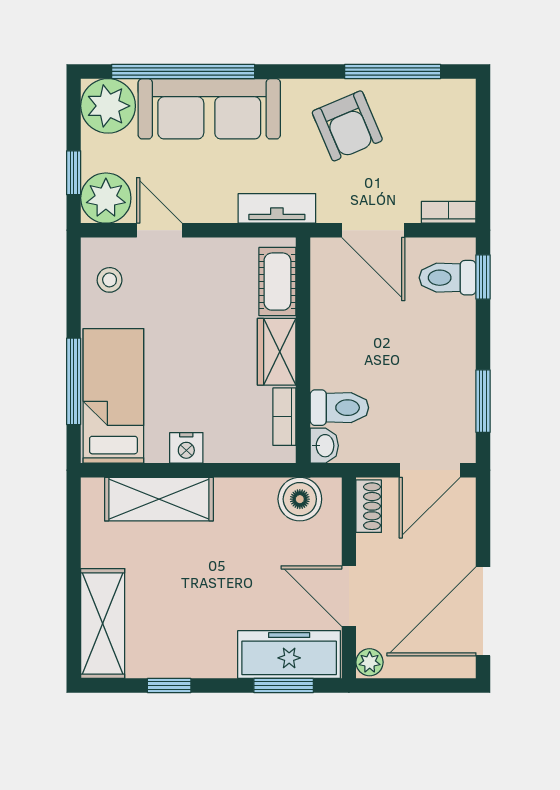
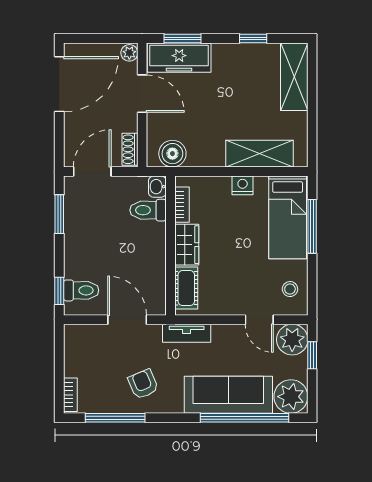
armchair: (347, 126) -> (143, 384), width x0.72, depth x0.72
bookcase: (449, 212) -> (70, 395), moved, turned -90

